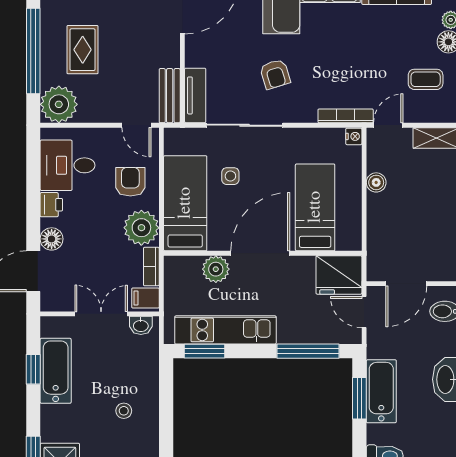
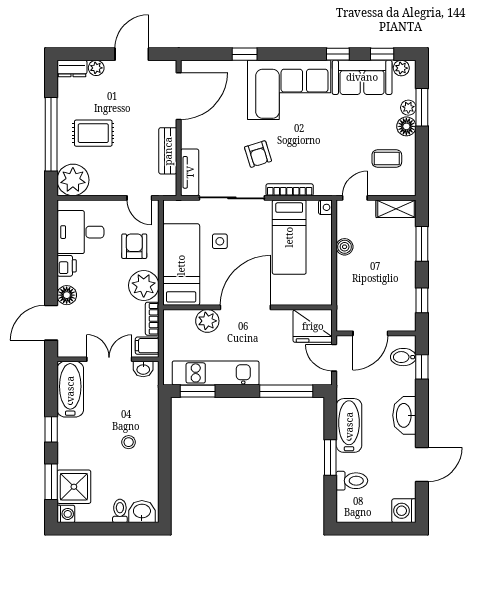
rug: (83, 50) -> (93, 133), turned 90
bench: (170, 96) -> (168, 151), moved
bookcase: (346, 116) -> (290, 190), moved
bed: (315, 207) -> (289, 237), moved, turned 180
window: (33, 369) -> (51, 429), moved
bathtub: (56, 371) -> (70, 389), moved
window: (359, 398) -> (330, 457), moved

